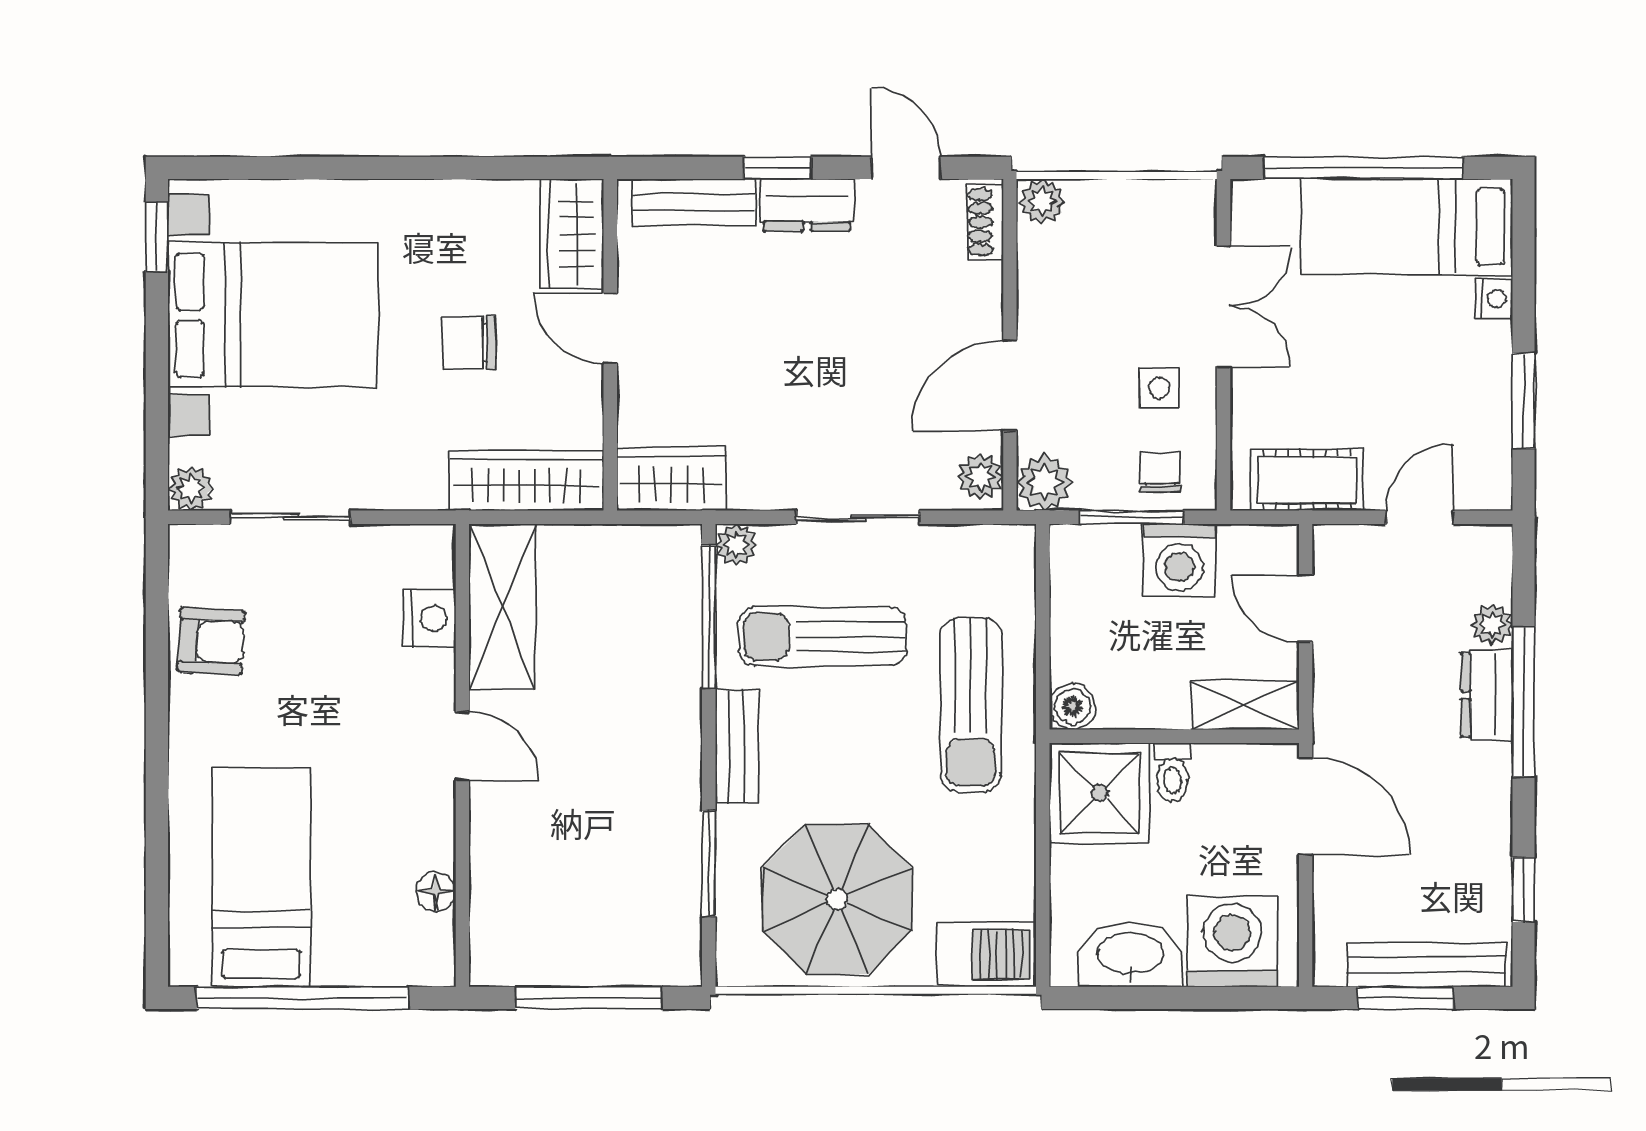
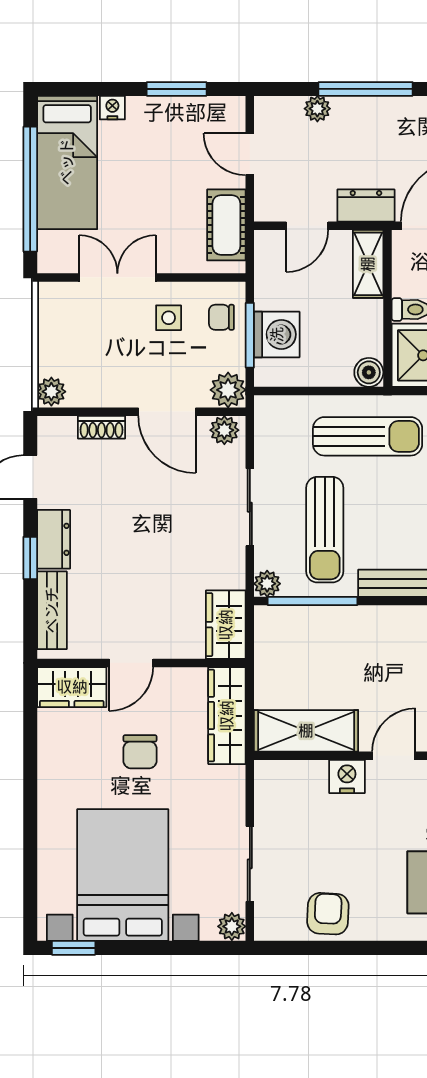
shoe rack: (985, 222) -> (101, 427), moved
washing machine: (1179, 560) -> (277, 334), moved
nightstand: (430, 618) -> (347, 776), moved
dresser: (1487, 695) -> (366, 206), moved, turned 180

